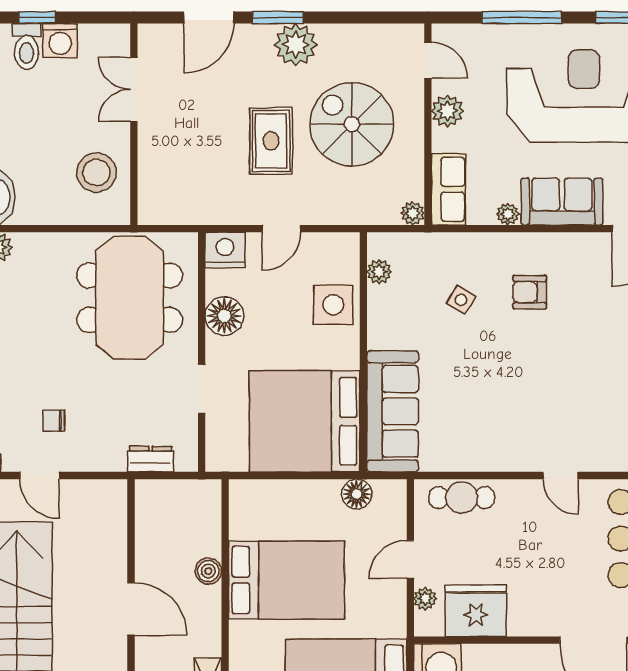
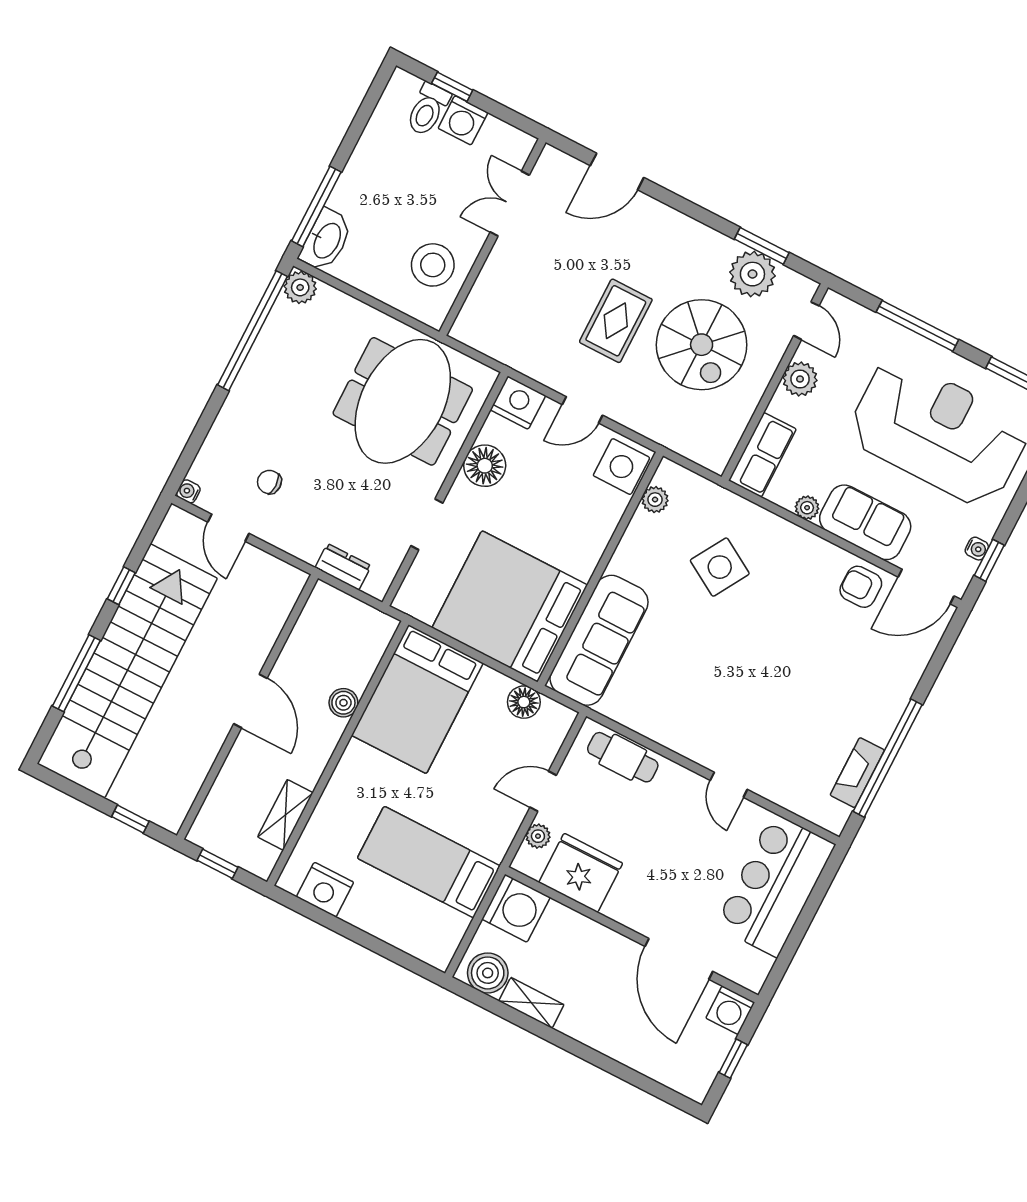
window: (278, 17) -> (762, 246), moved
plant: (296, 45) -> (752, 274), moved
spiral stairs: (352, 124) -> (702, 345), turned 180
plant: (413, 213) -> (716, 460), removed
armchair: (530, 292) -> (861, 587), moved
side table: (461, 300) -> (720, 567), width x1.87, depth x1.87
side table: (333, 305) -> (621, 467), moved
bed: (286, 580) -> (417, 699), moved, turned 90

